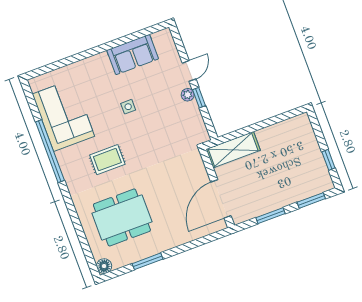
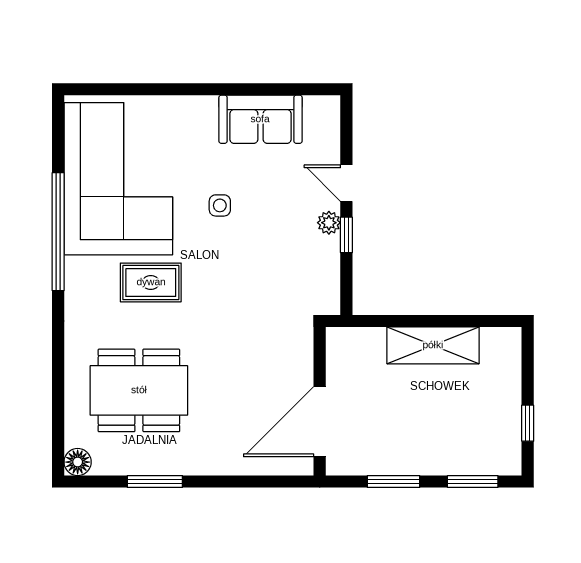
door: (189, 71) -> (346, 183), swing flipped
corner sofa: (63, 115) -> (118, 179), width x1.36, depth x1.36
shelving: (233, 150) -> (433, 345), moved

